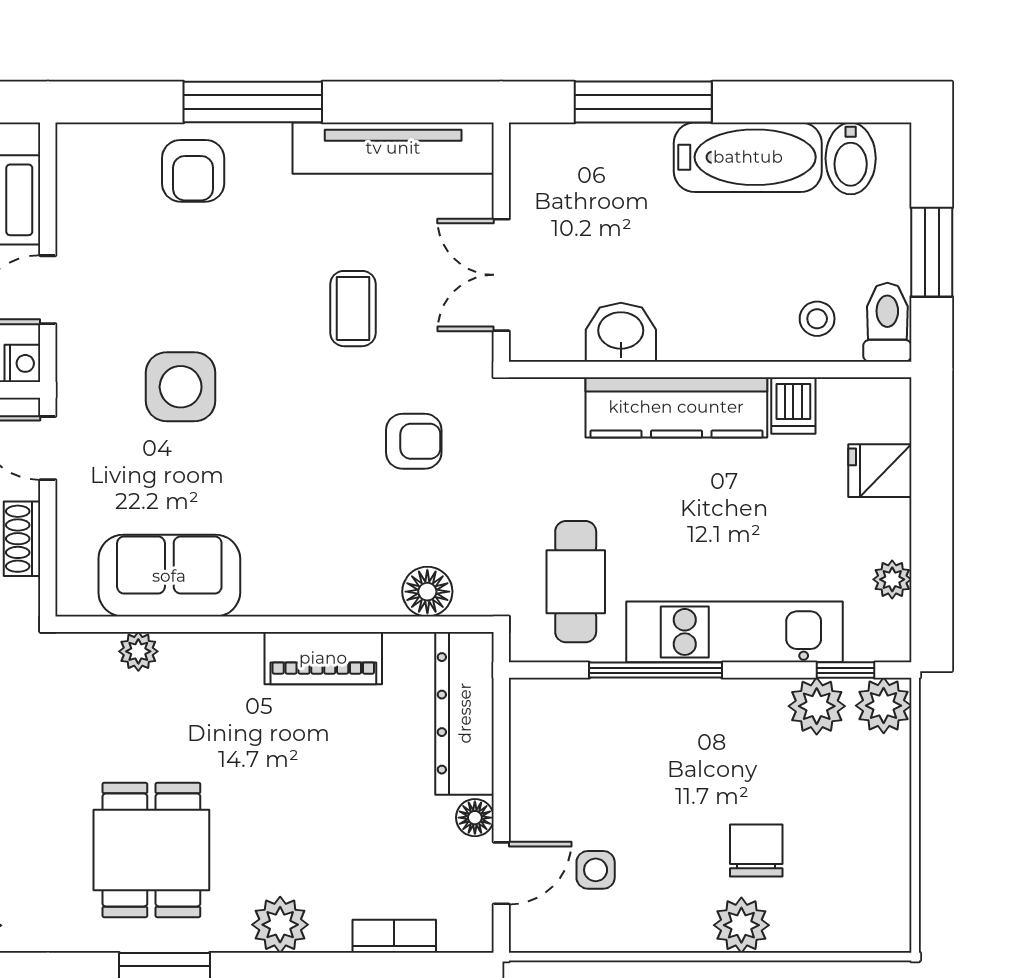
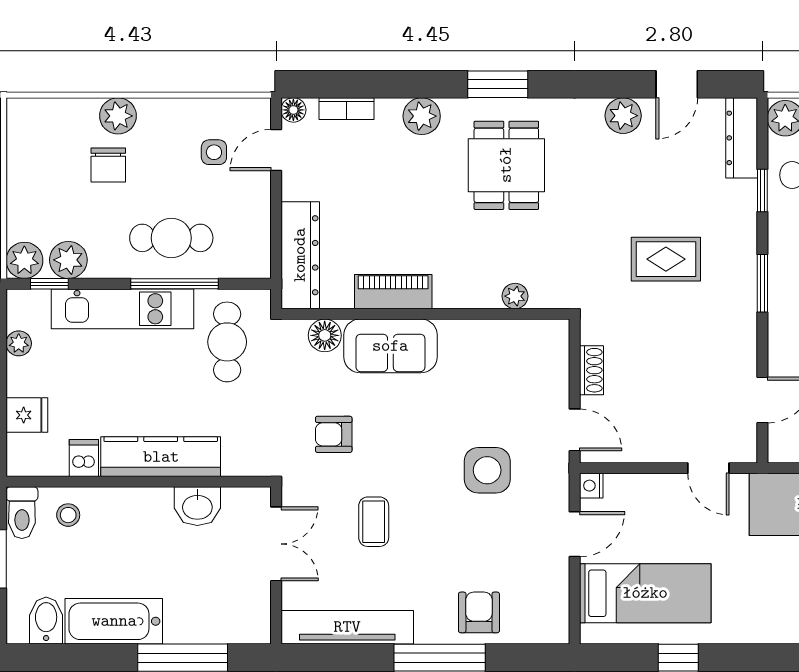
sofa: (169, 576) -> (390, 346), moved
cafe table: (660, 740) -> (171, 238), added
floor lamp: (475, 818) -> (293, 110), moved

